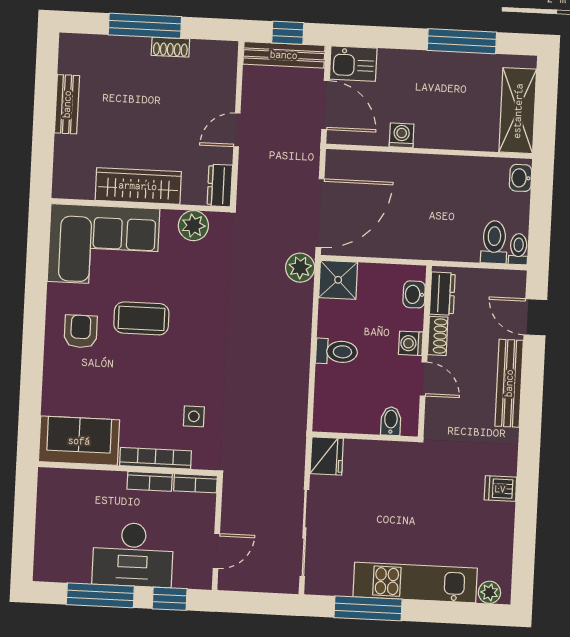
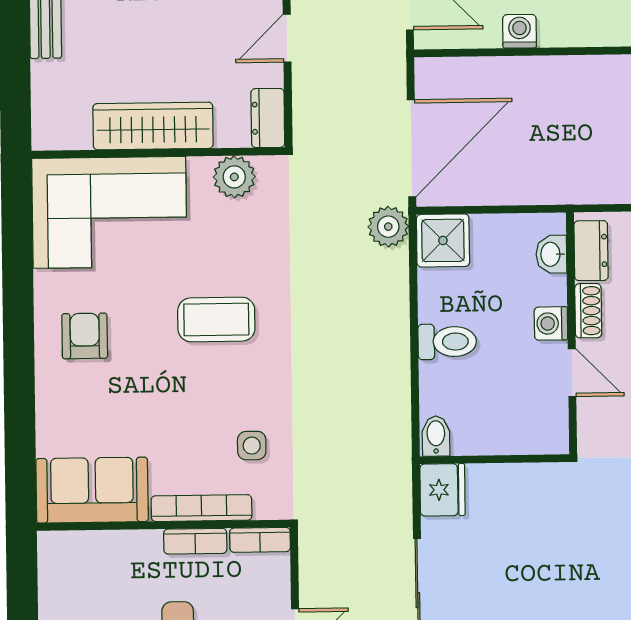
coffee table: (141, 318) -> (216, 319), moved
bidet: (391, 421) -> (436, 436), moved

